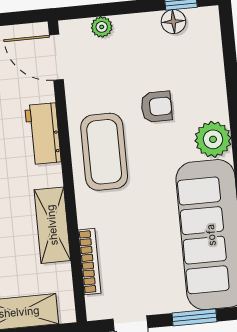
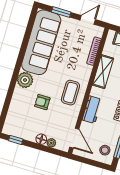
floor lamp: (173, 22) -> (41, 139), moved
coffee table: (104, 152) -> (70, 93), width x0.73, depth x0.76

